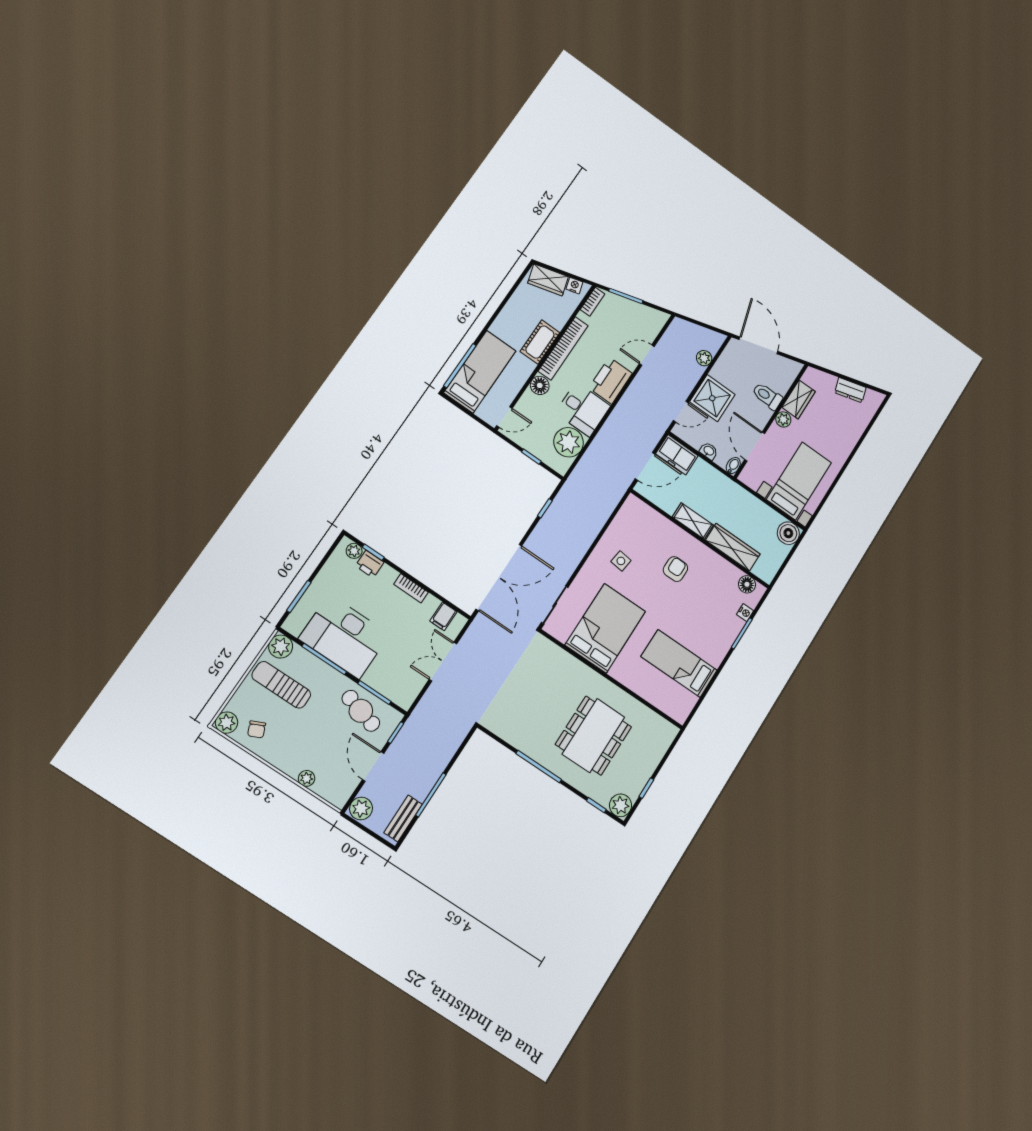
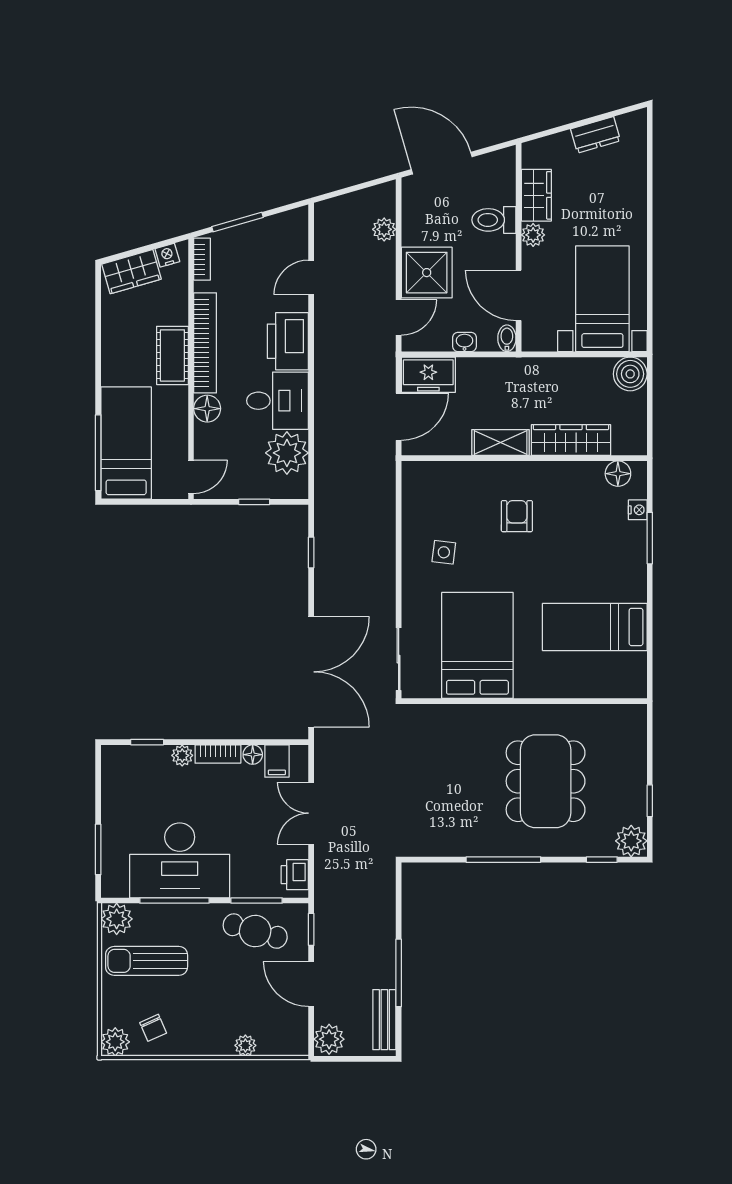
plant: (354, 551) -> (182, 755), moved
printer: (370, 564) -> (295, 875), moved, turned 90
floor lamp: (432, 603) -> (253, 755), added

